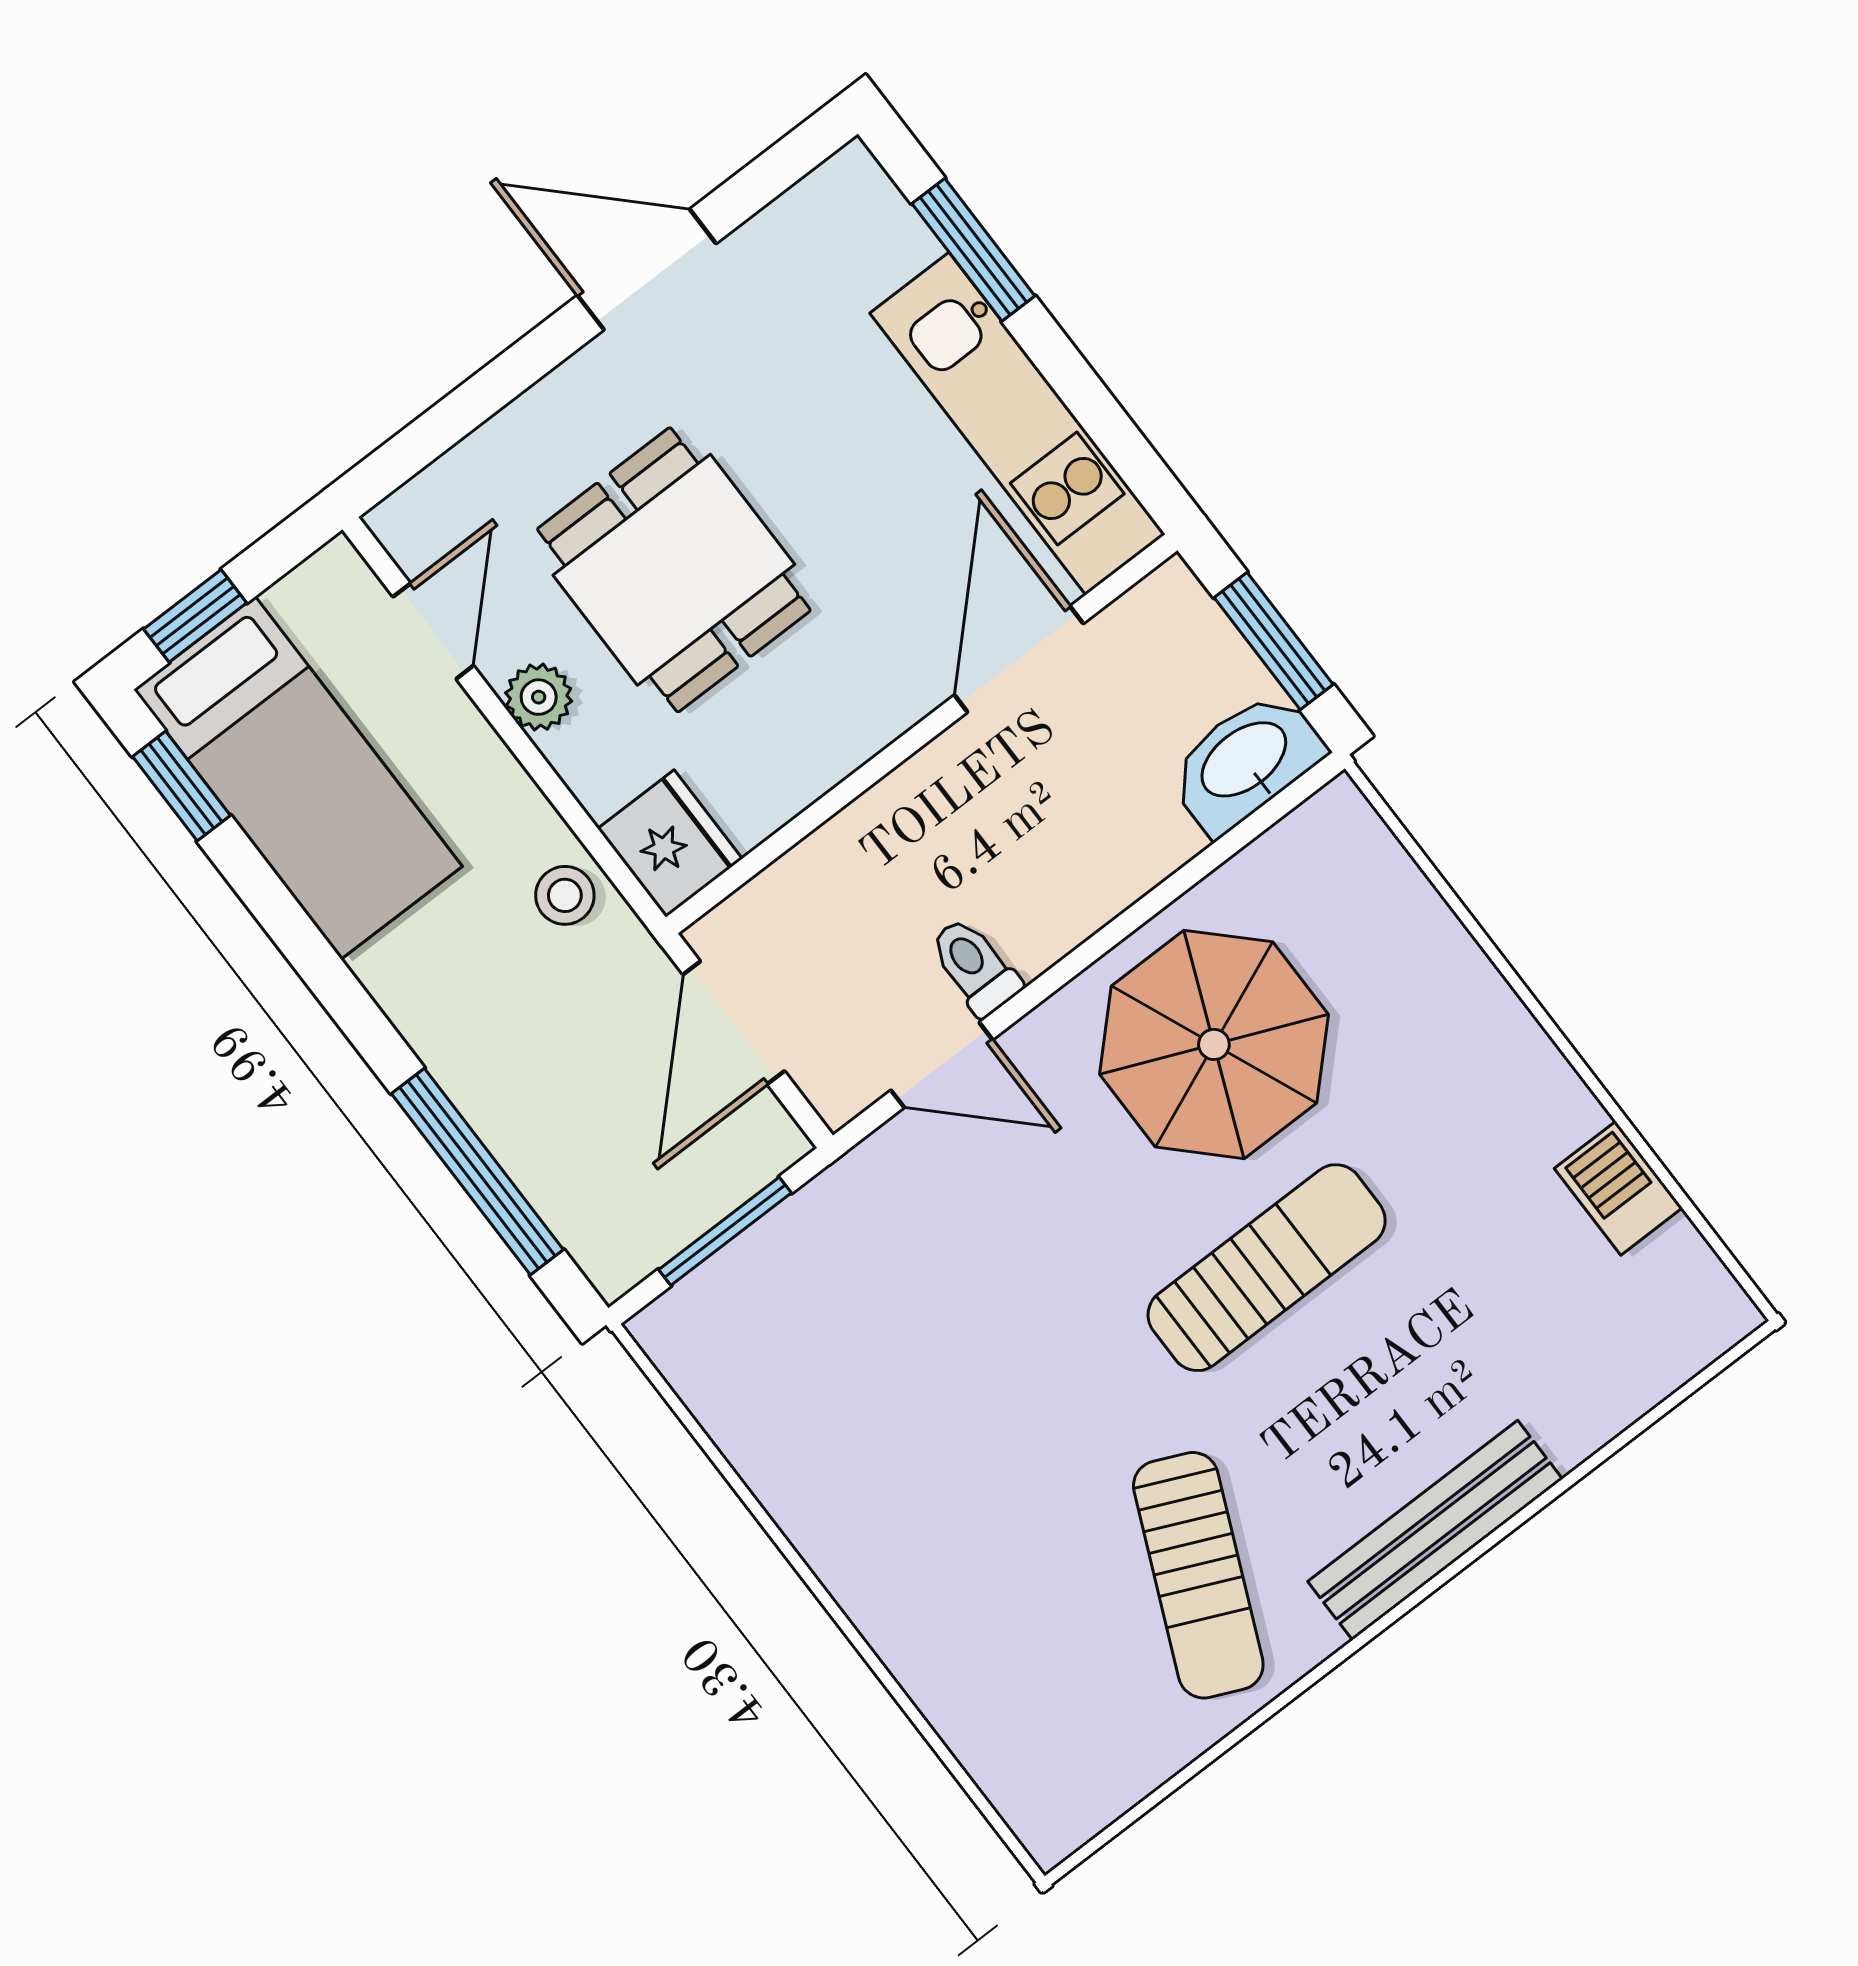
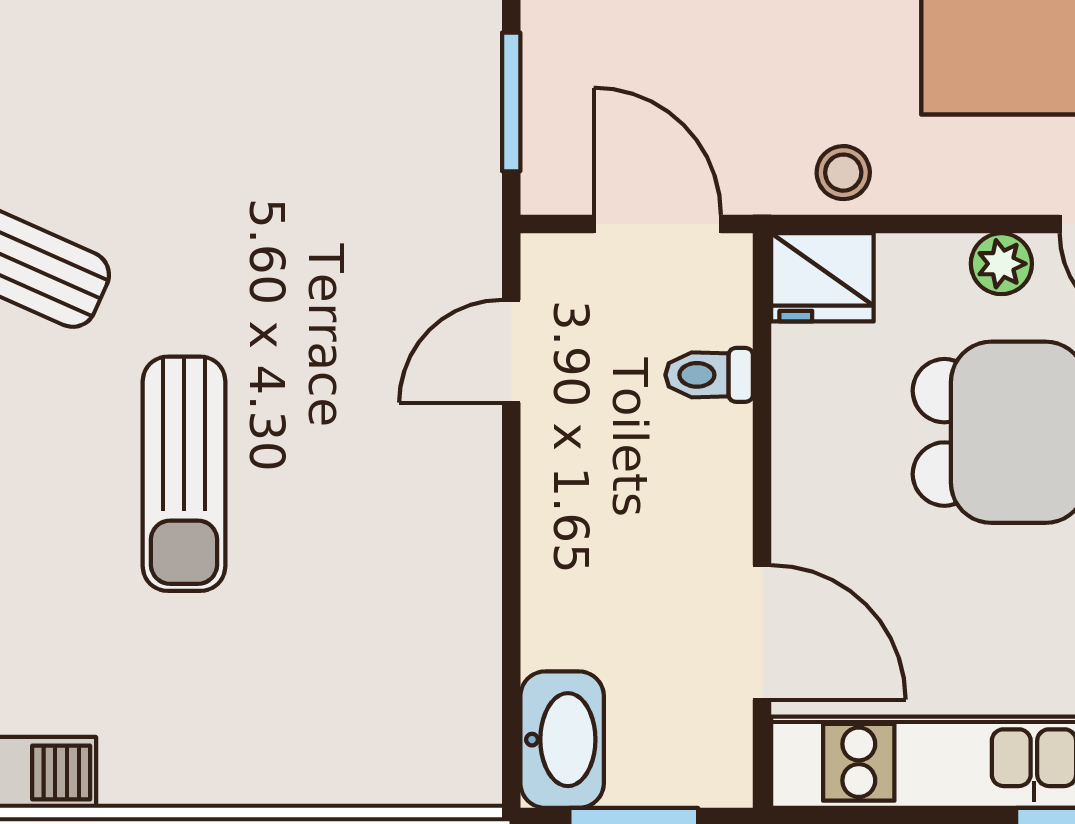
toilet: (975, 967) -> (709, 375), moved, turned 180
parasol: (1214, 1044) -> (375, 560), removed

